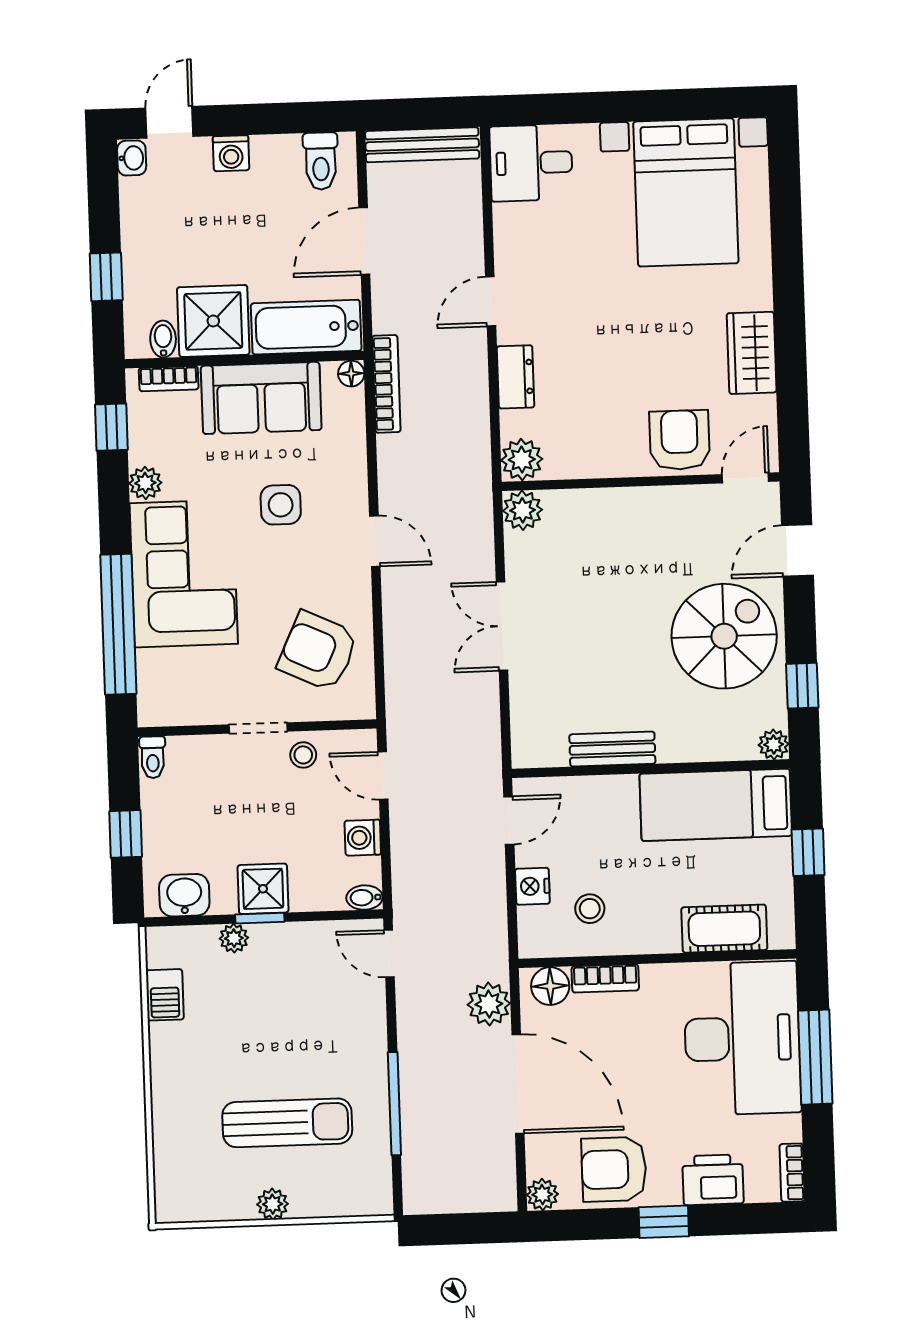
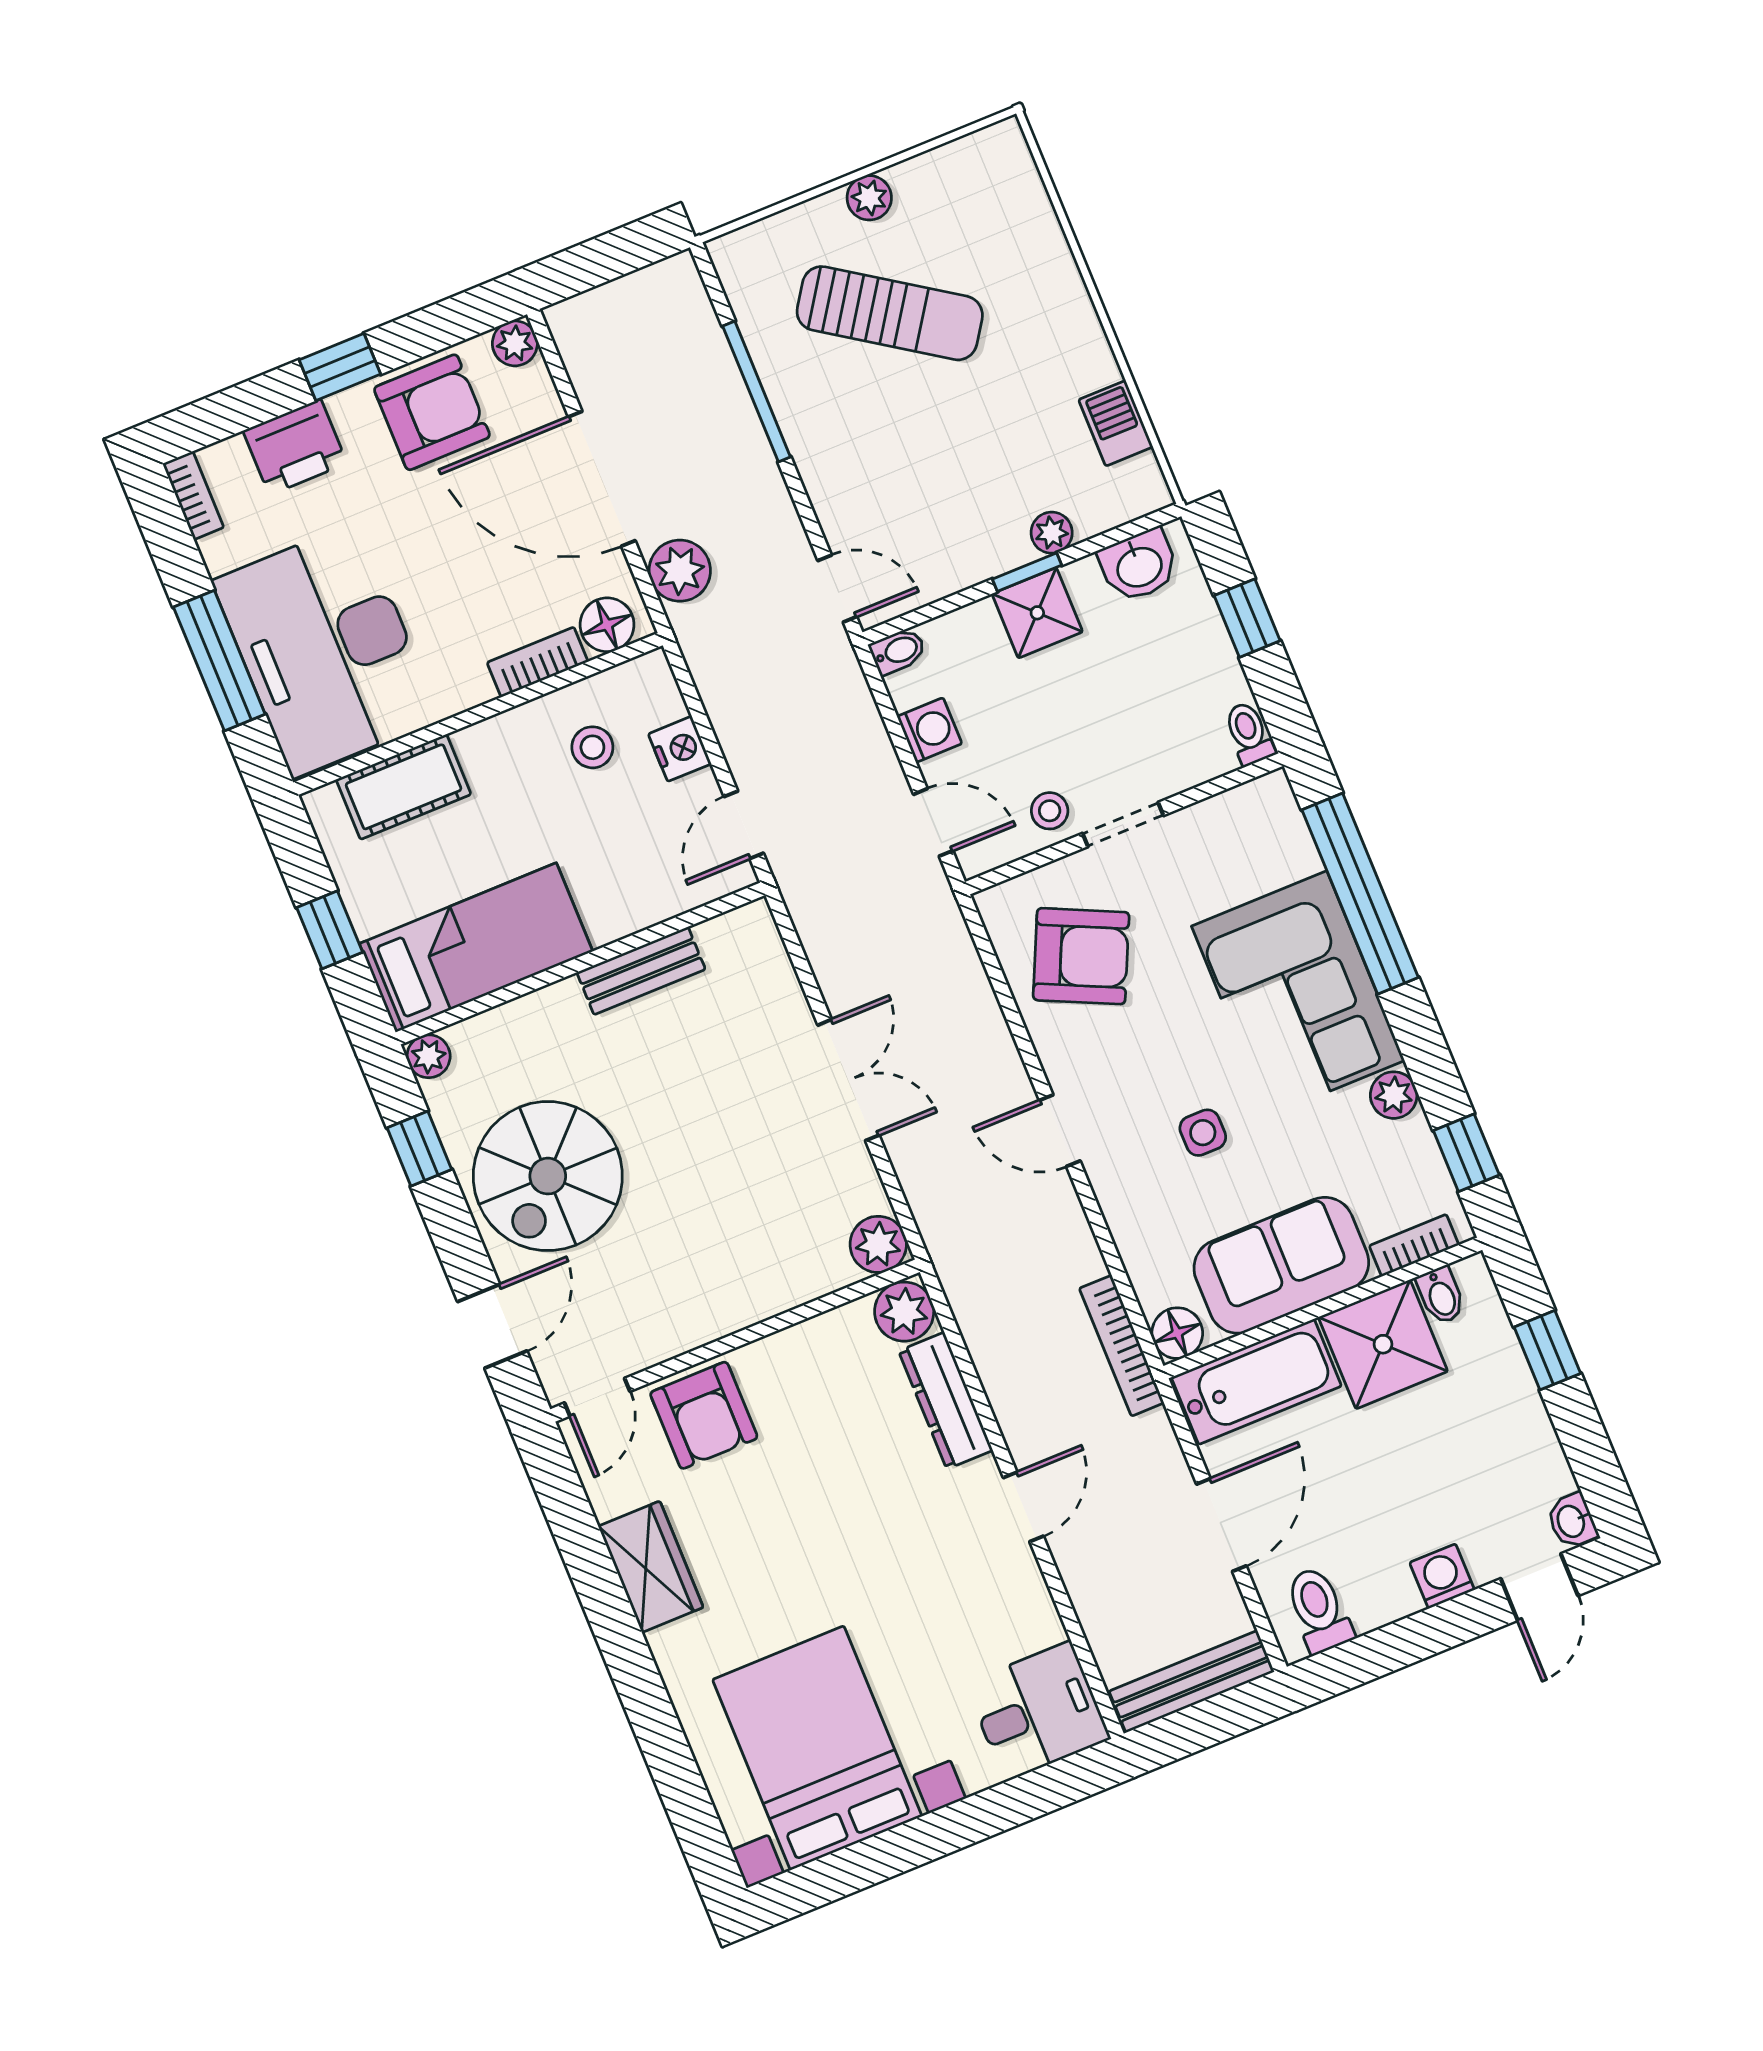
floor lamp: (351, 374) -> (1177, 1333), width x1.37, depth x1.37
dresser: (516, 377) -> (946, 1401), width x1.44
side table: (281, 505) -> (1203, 1133), width x0.73, depth x0.73
sun lounger: (287, 1123) -> (890, 313), turned -146

